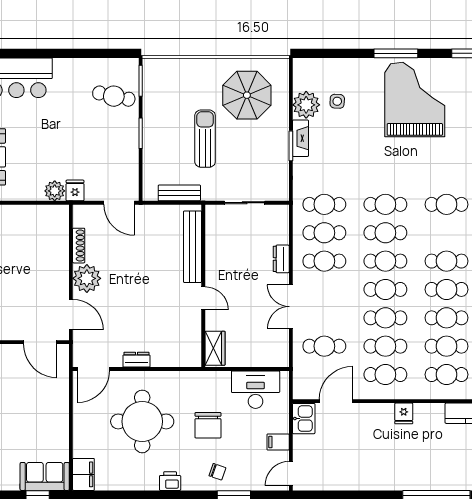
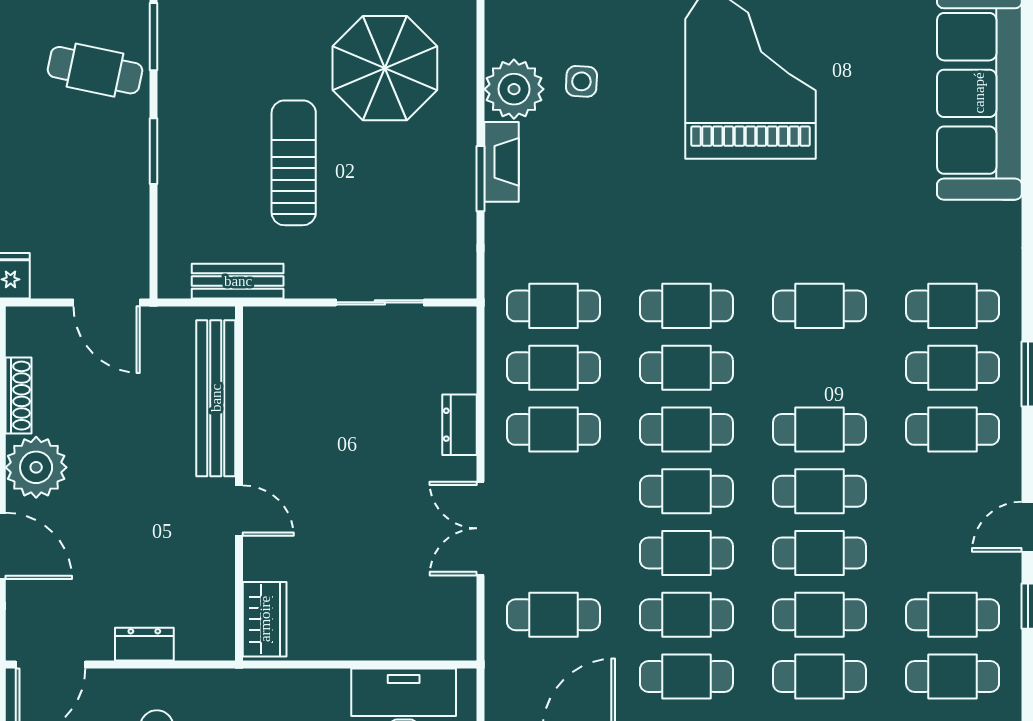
bench: (193, 247) -> (216, 398), moved
wall: (203, 286) -> (239, 483), moved
door: (203, 298) -> (239, 511), moved
wardrobe: (215, 348) -> (265, 619), moved

